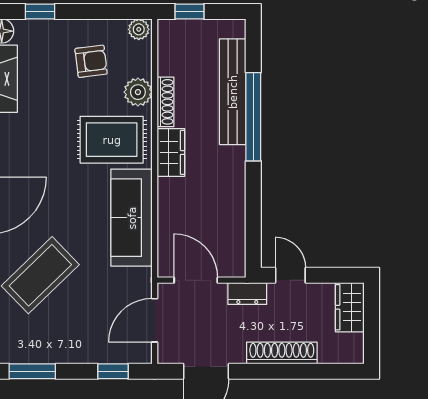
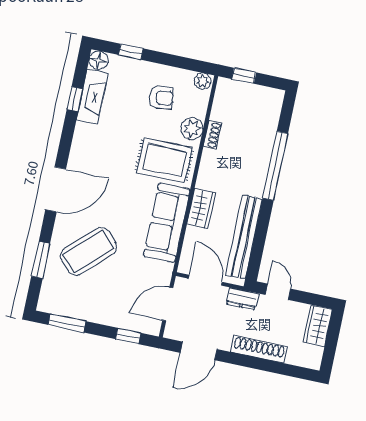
bench: (233, 92) -> (244, 237), moved
shoe rack: (165, 102) -> (212, 135), width x0.70
wardrobe: (171, 152) -> (201, 208), moved

